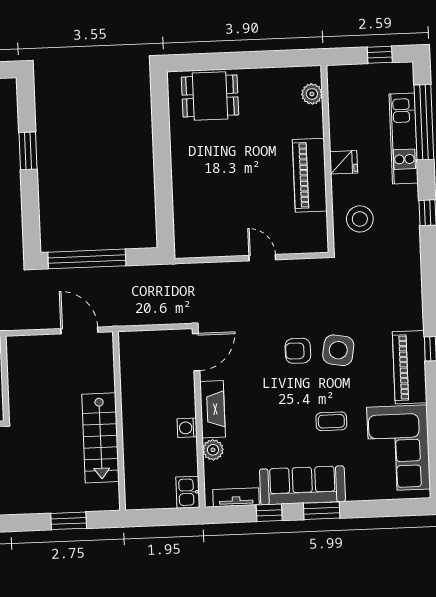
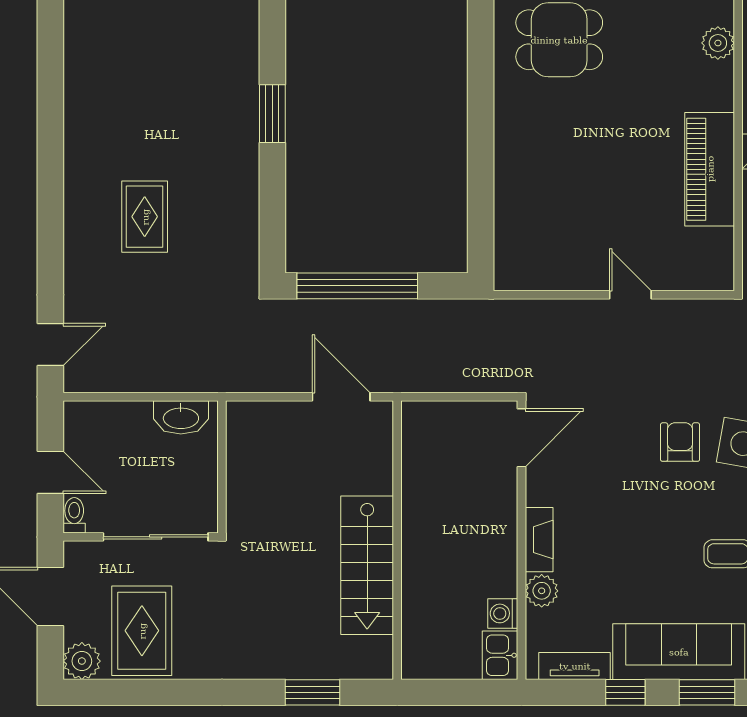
armchair: (298, 351) -> (680, 442), turned 90
fireplace: (213, 409) -> (539, 540), width x0.73, depth x0.76
washing machine: (187, 428) -> (503, 613), moved

